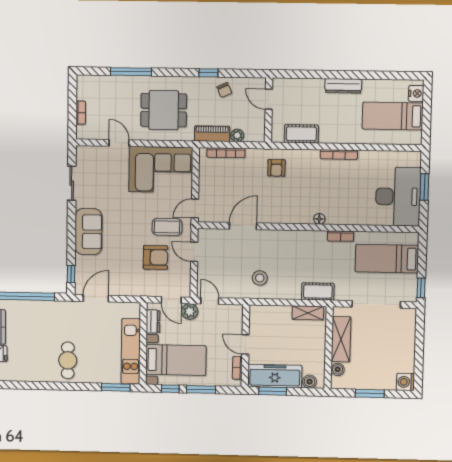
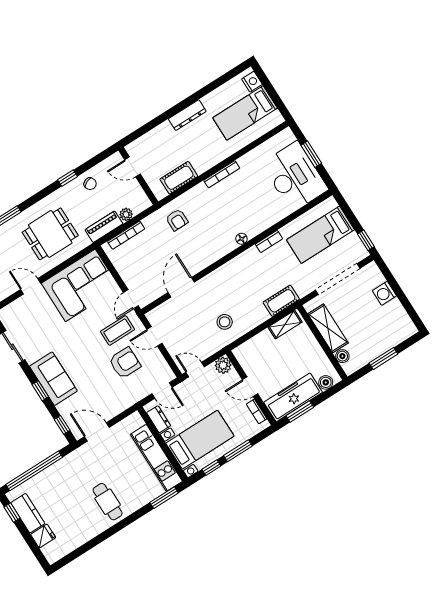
window: (71, 234) -> (40, 391), added
door: (96, 298) -> (97, 432), hinge flipped
plant: (190, 311) -> (223, 365), moved
washing machine: (405, 382) -> (384, 293), moved

